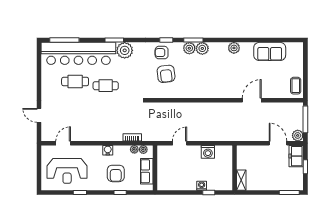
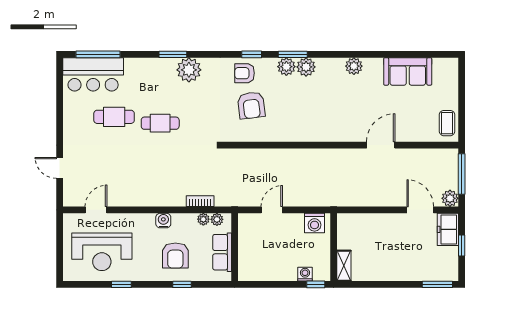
bar counter: (78, 53) -> (93, 74), width x0.54
wall: (234, 168) -> (334, 247), moved
shelving: (241, 180) -> (344, 266), moved

